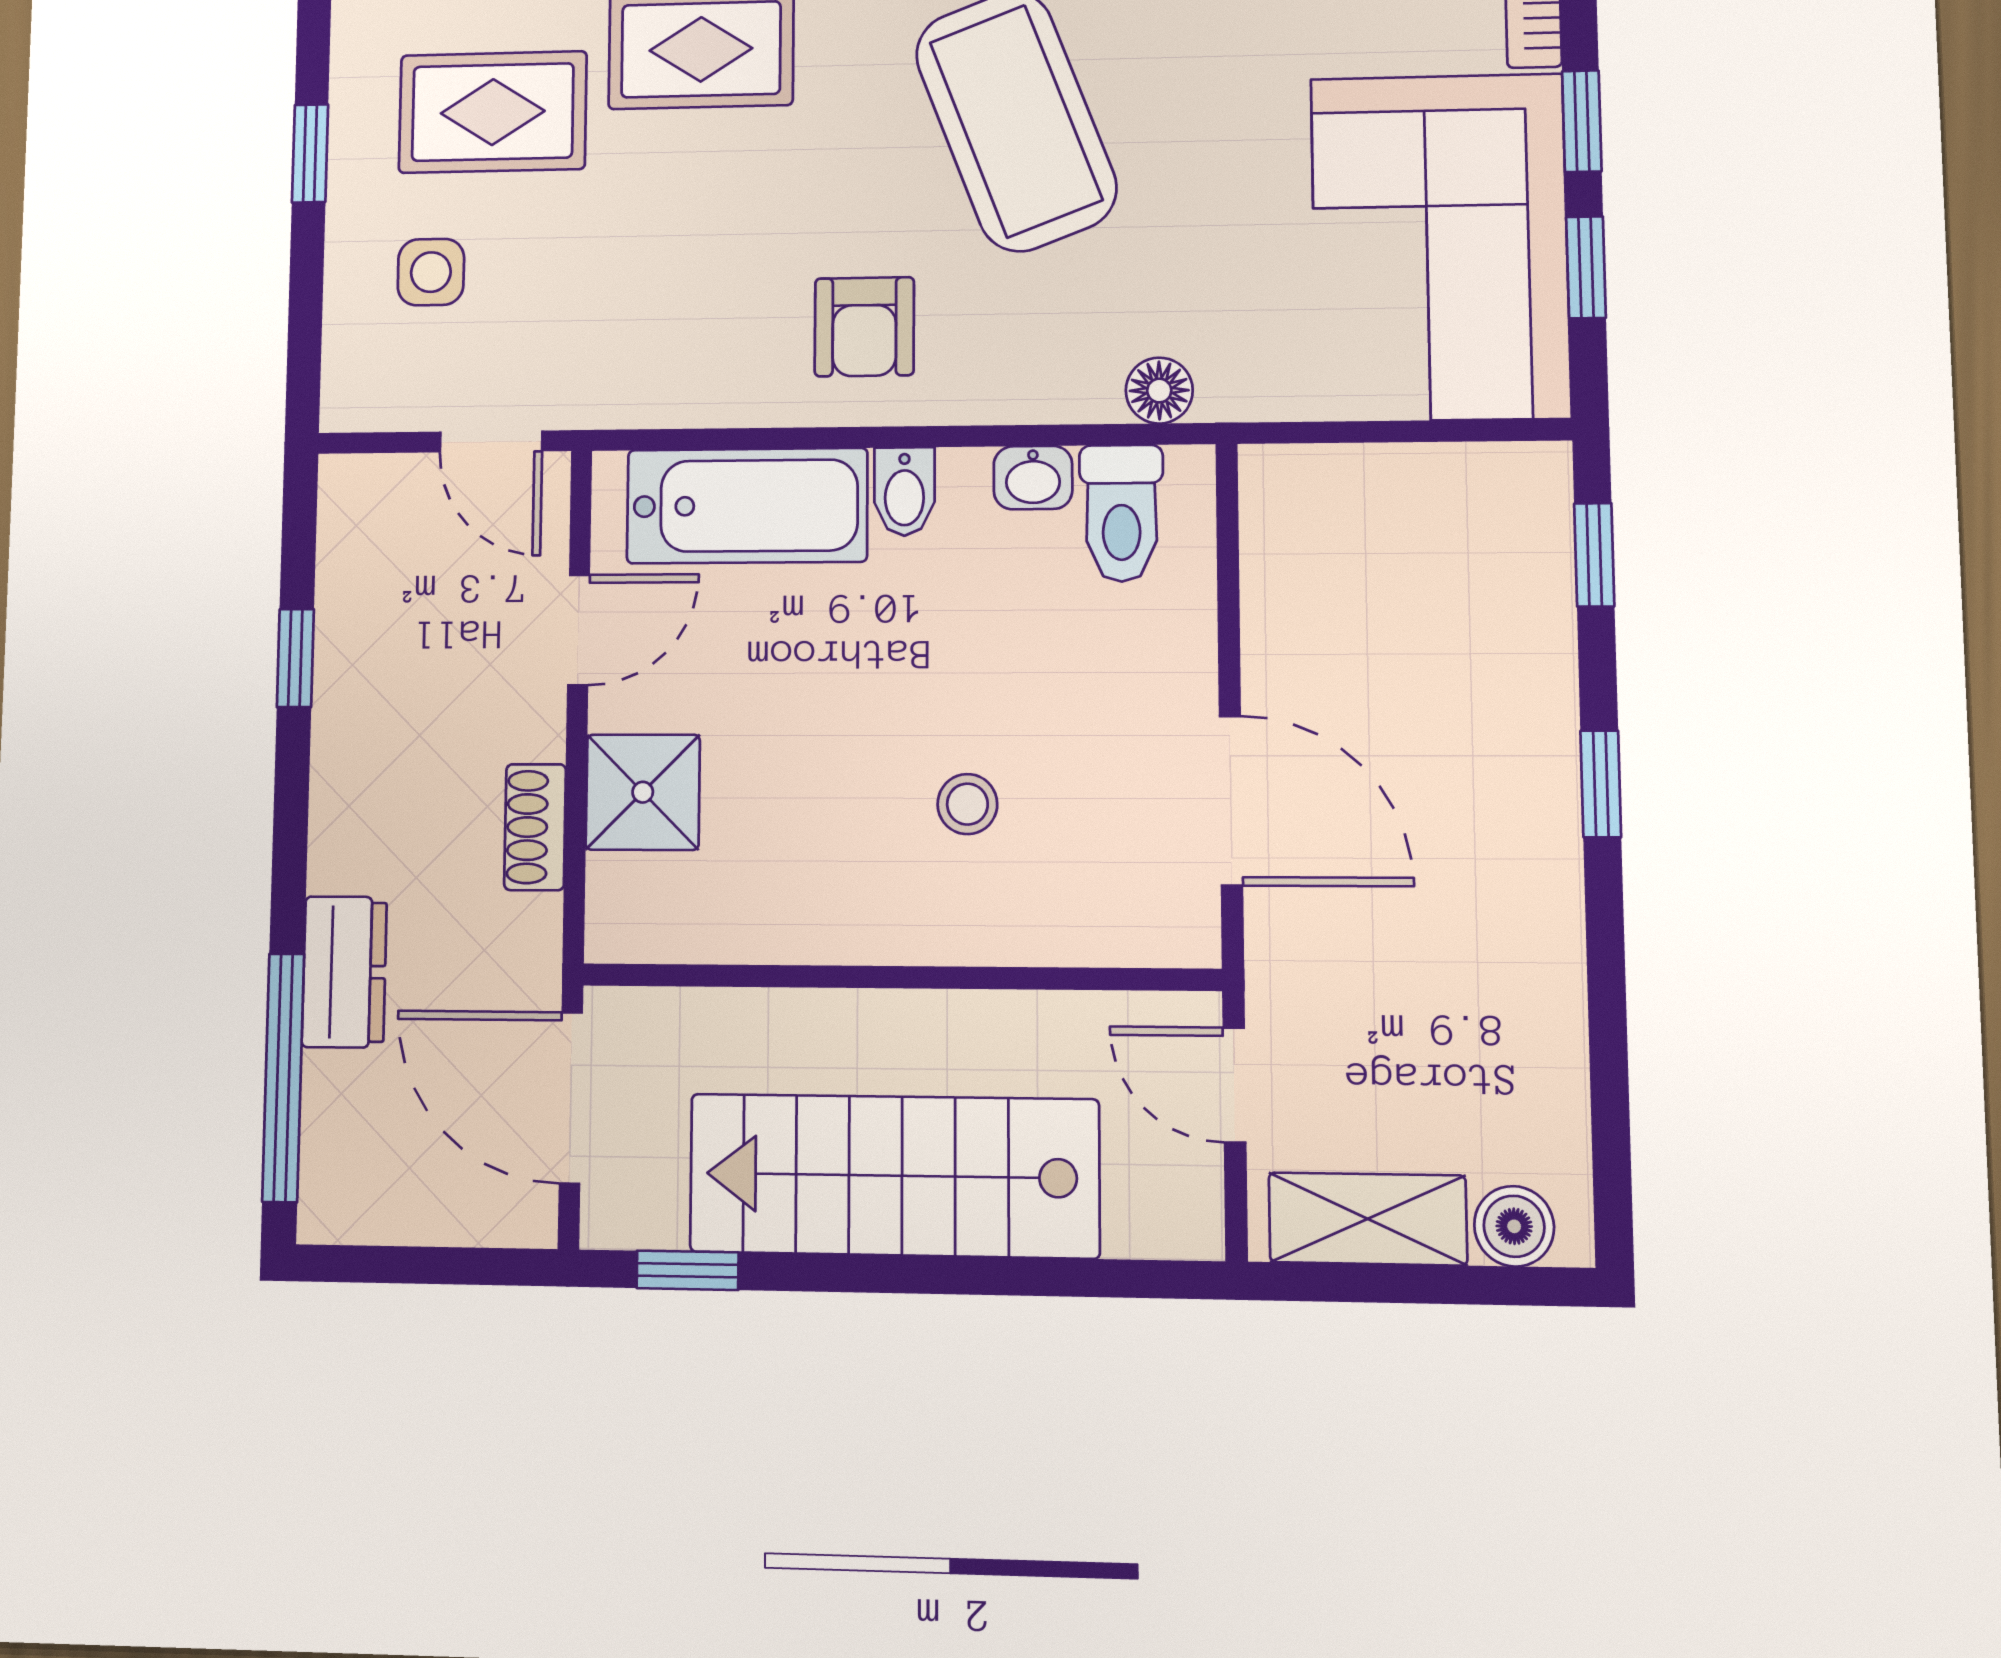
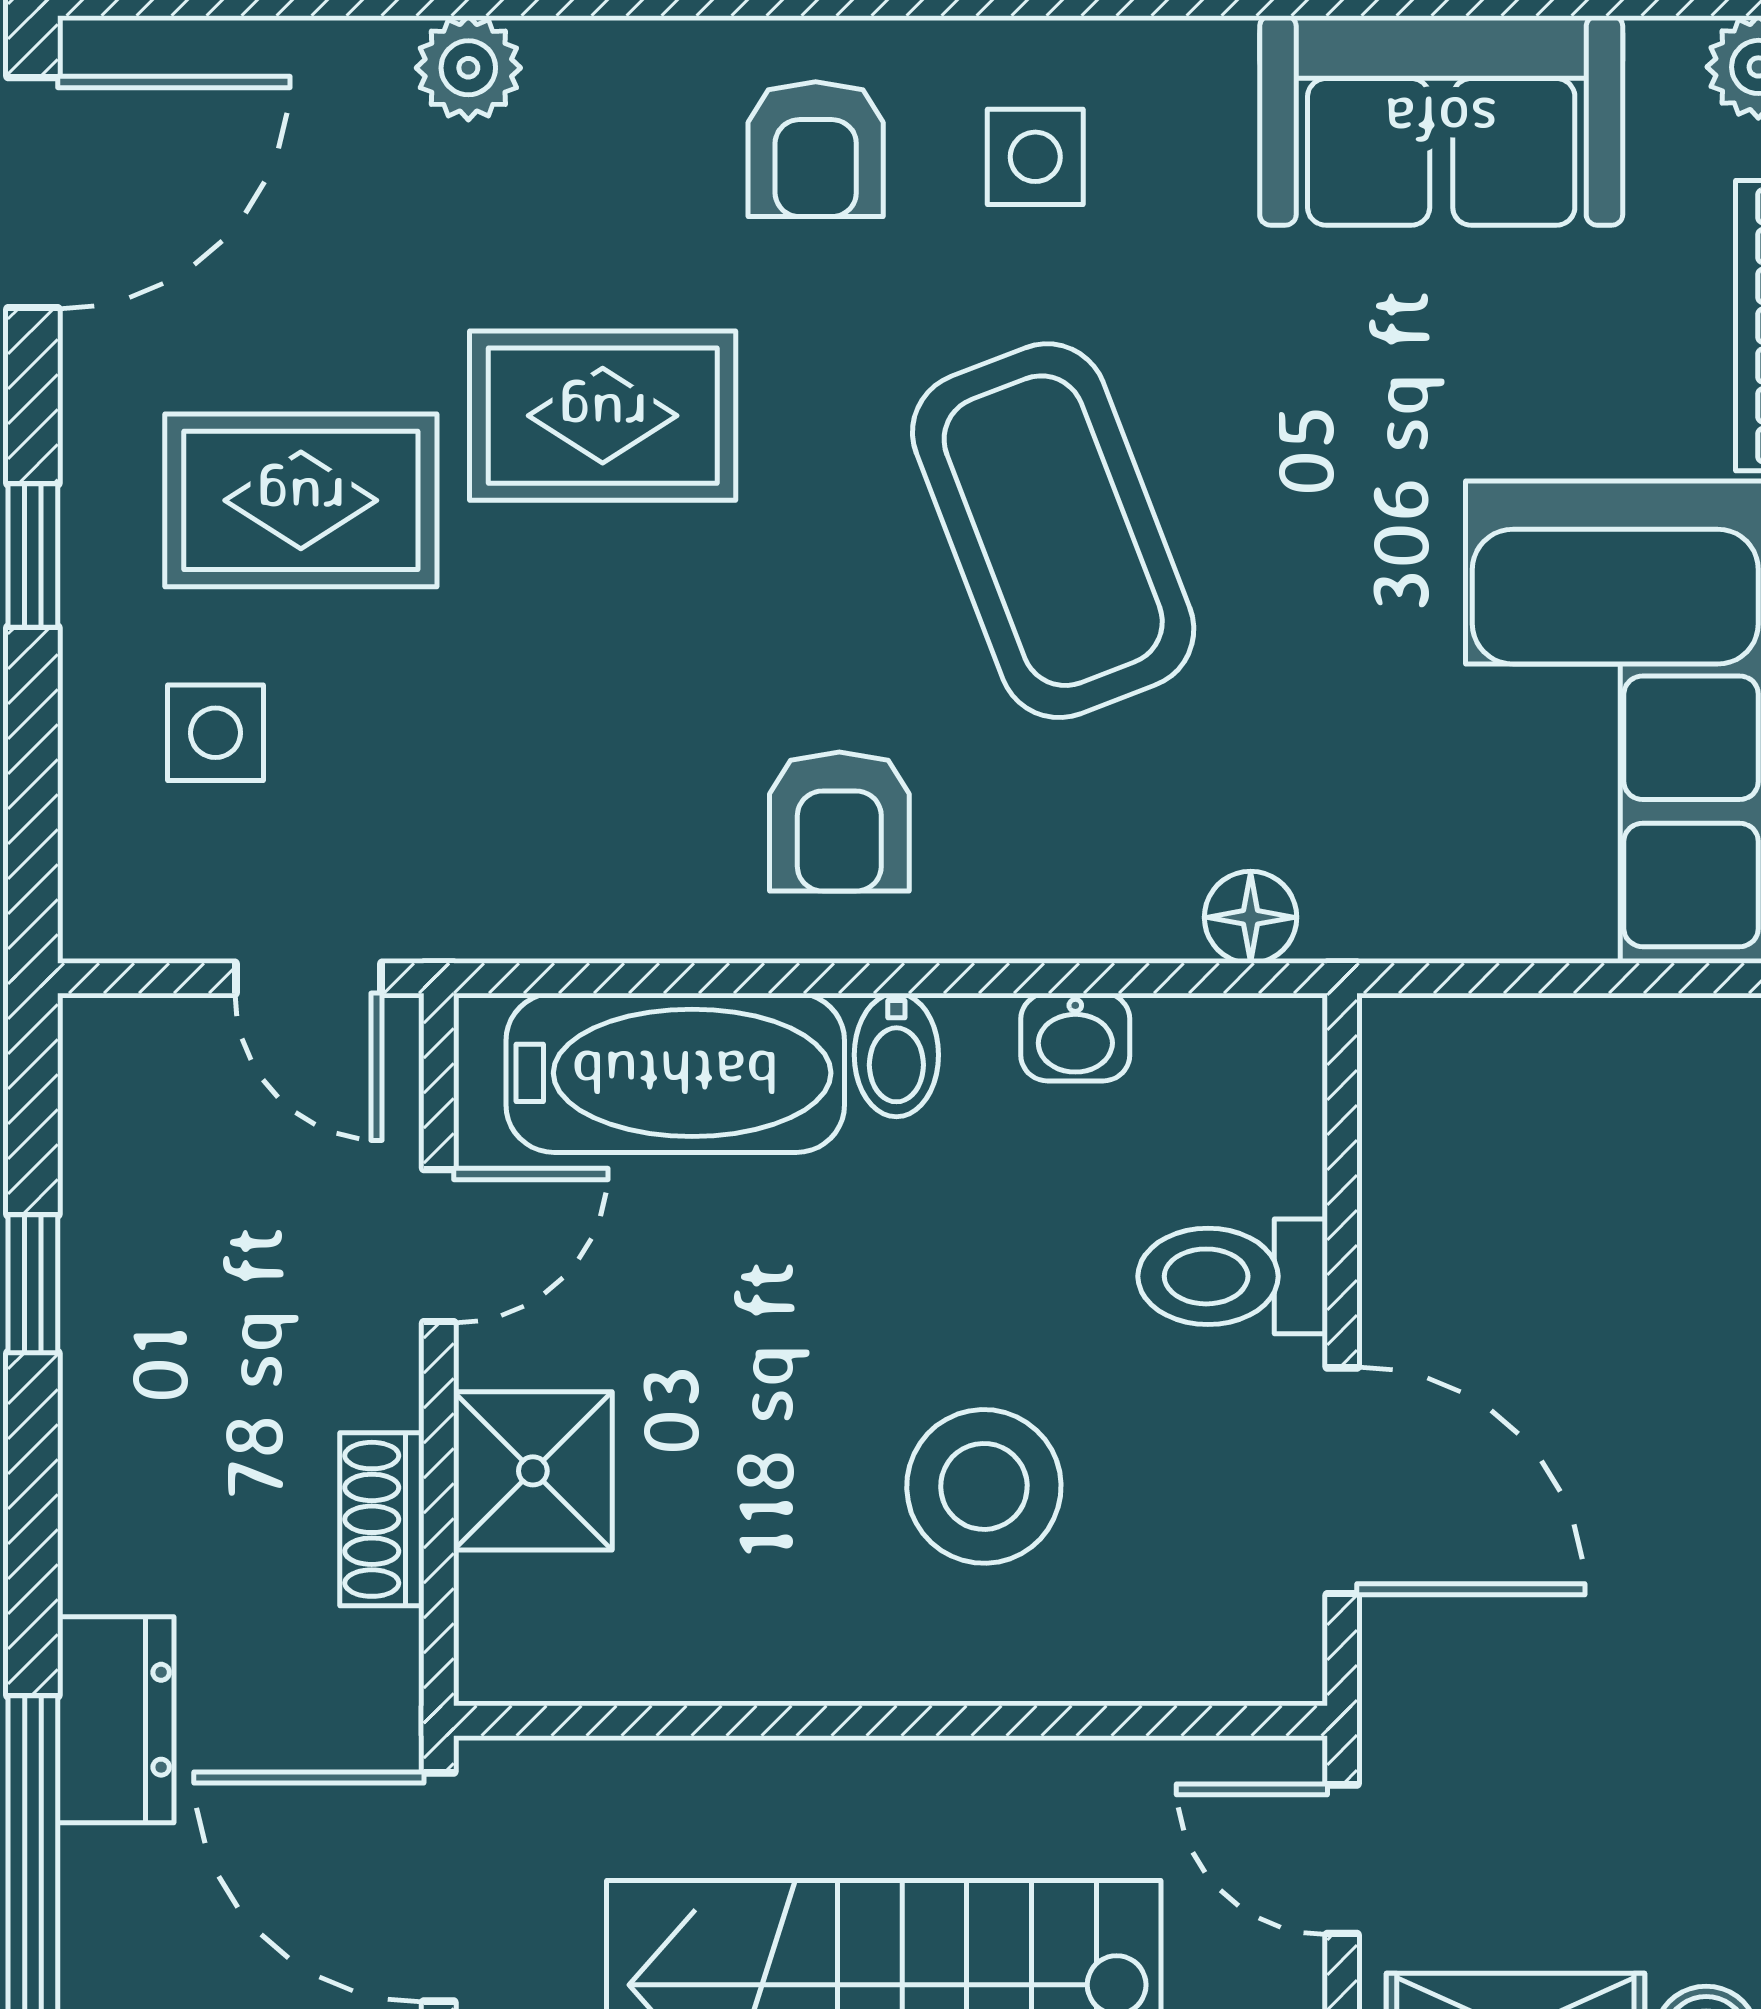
toilet: (1121, 513) -> (1233, 1276), moved, turned 90
stool: (967, 804) -> (984, 1486), width x1.89, depth x1.89

